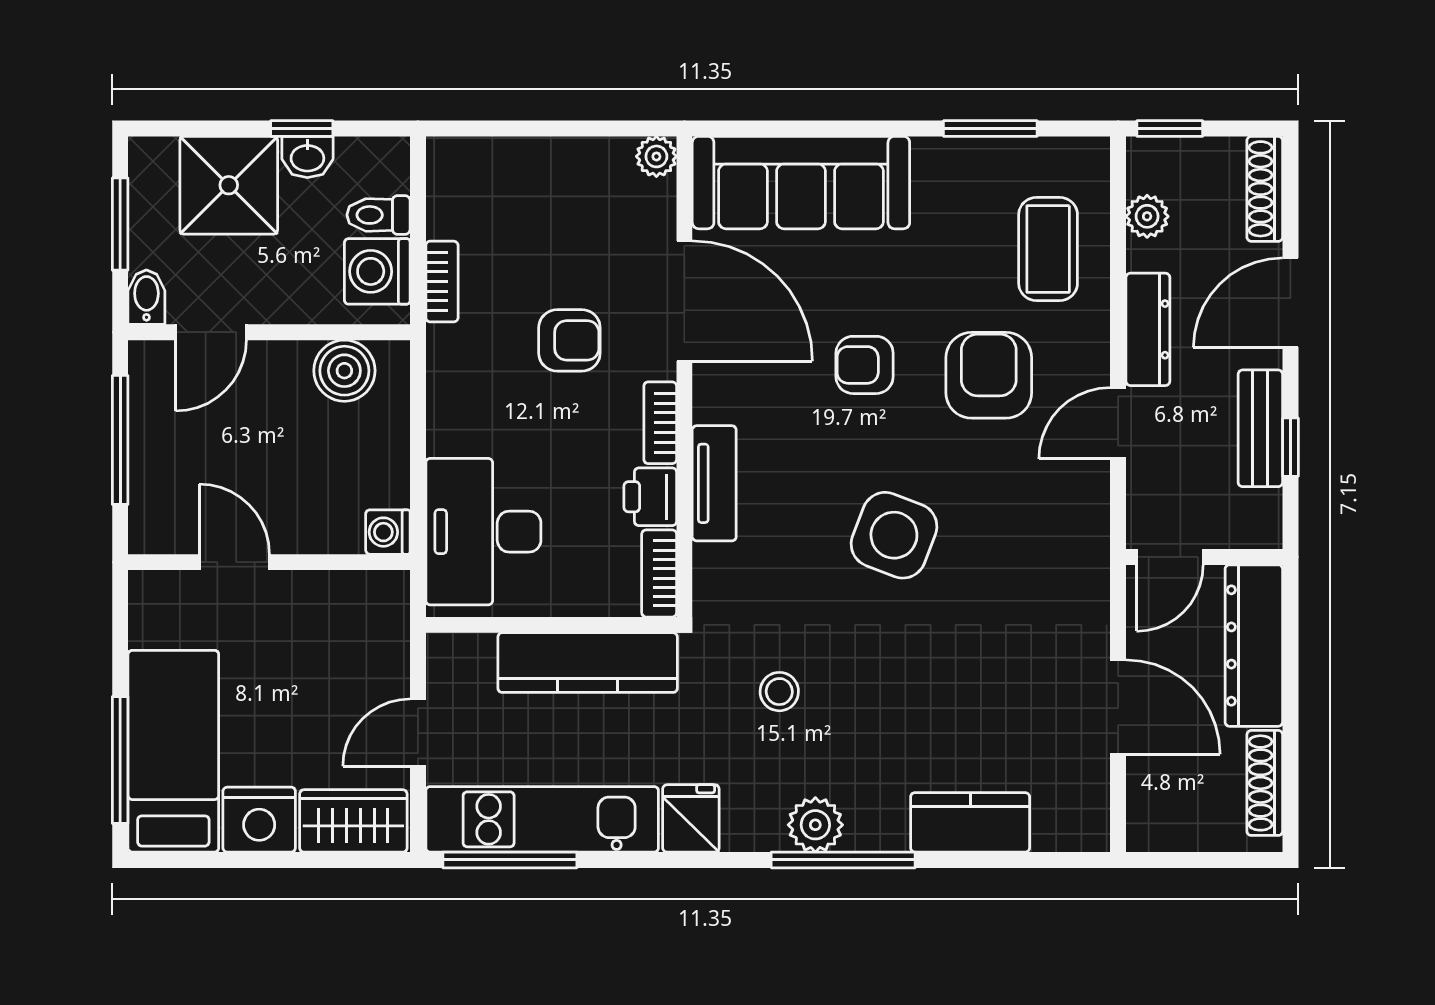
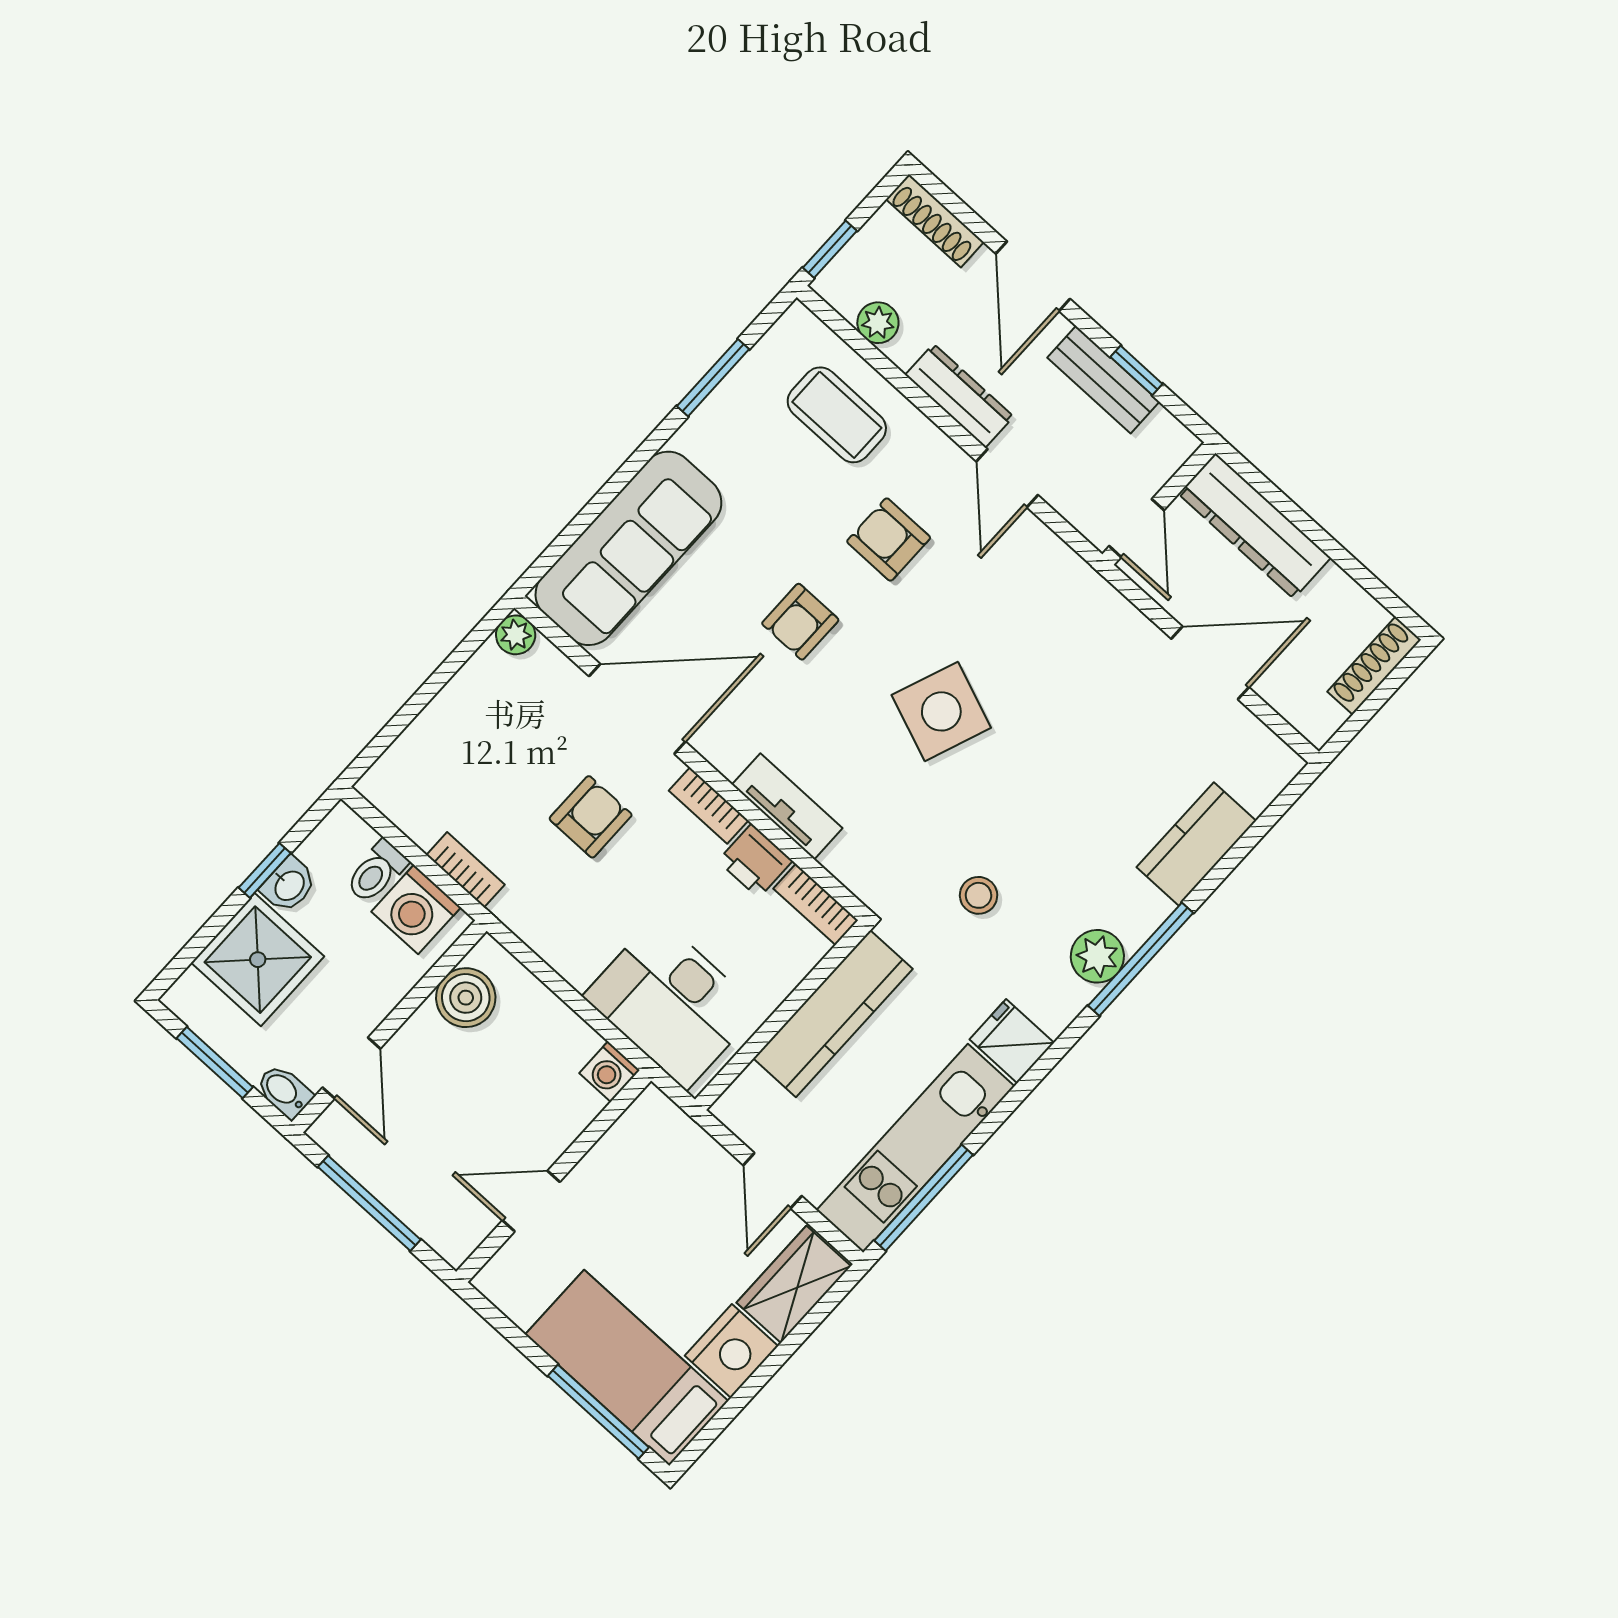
armchair: (989, 375) -> (889, 540), width x0.72, depth x0.72
shoe rack: (1265, 783) -> (1374, 666), moved, turned 90

